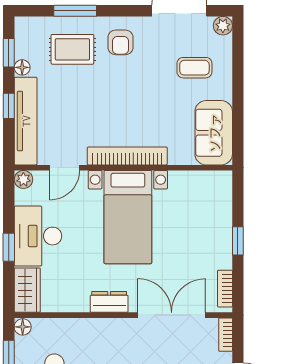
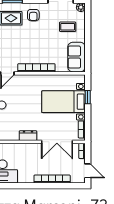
bed with nightstands: (128, 217) -> (64, 102), moved, turned 90
window: (238, 241) -> (88, 97), moved
double door: (172, 315) -> (57, 142), swing flipped

